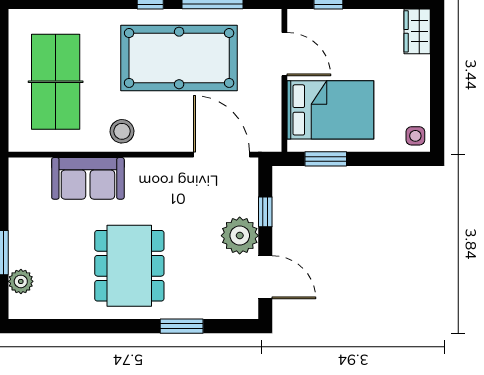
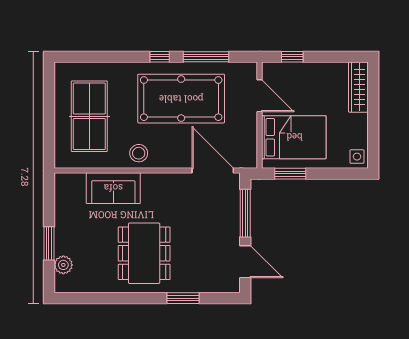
wardrobe: (417, 31) -> (358, 87), width x1.50
window: (265, 212) -> (245, 213), width x2.17
plant: (240, 236) -> (226, 231), removed

